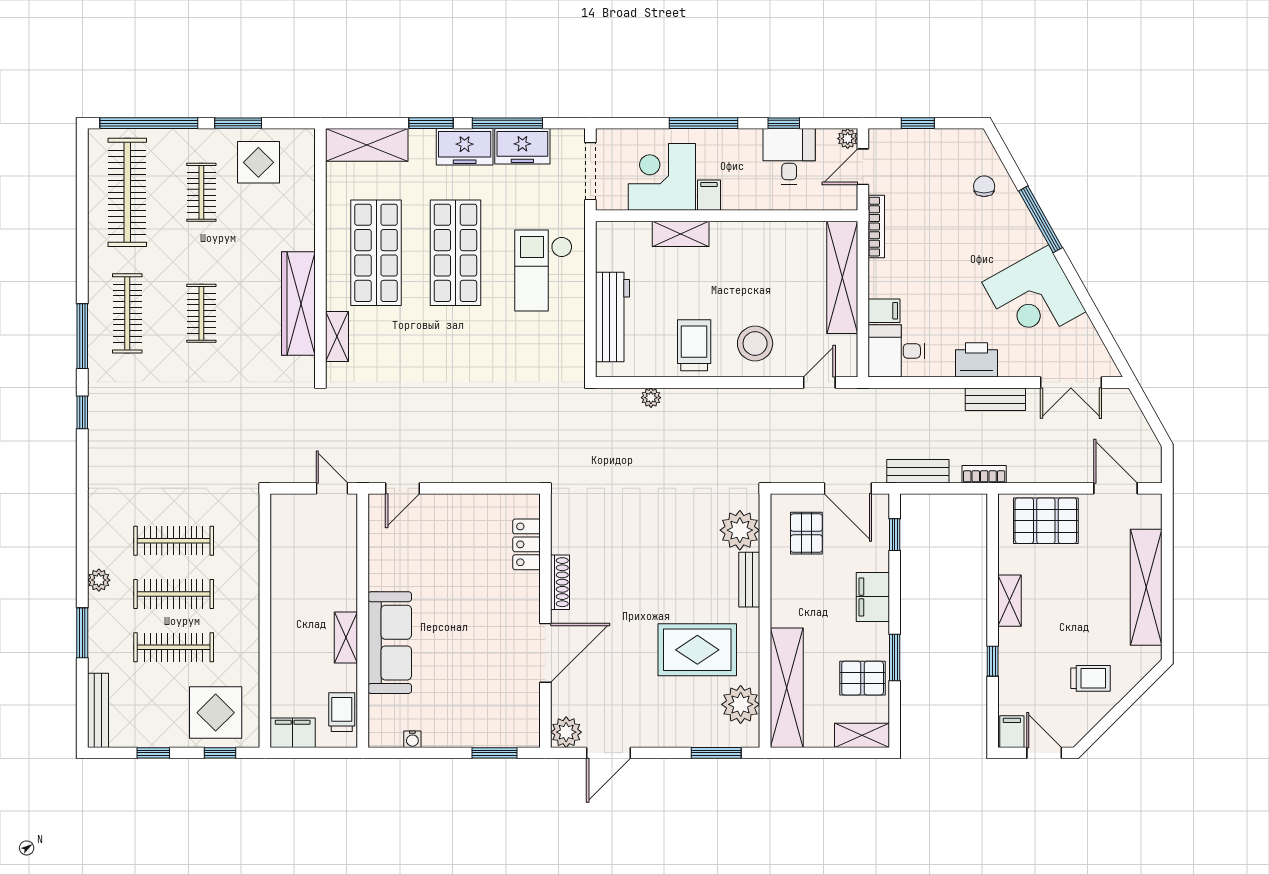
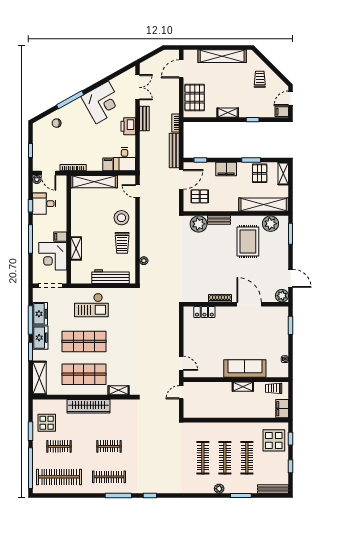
wardrobe: (298, 304) -> (89, 406), moved
trolley: (694, 345) -> (122, 243), turned -90
bench: (918, 471) -> (174, 150), width x1.36

